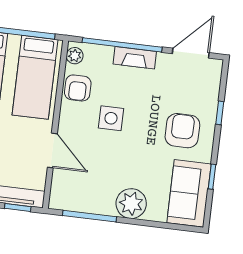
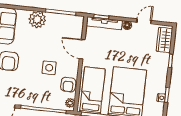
fireplace: (135, 58) -> (36, 102), removed
armchair: (78, 88) -> (68, 85), turned 180

